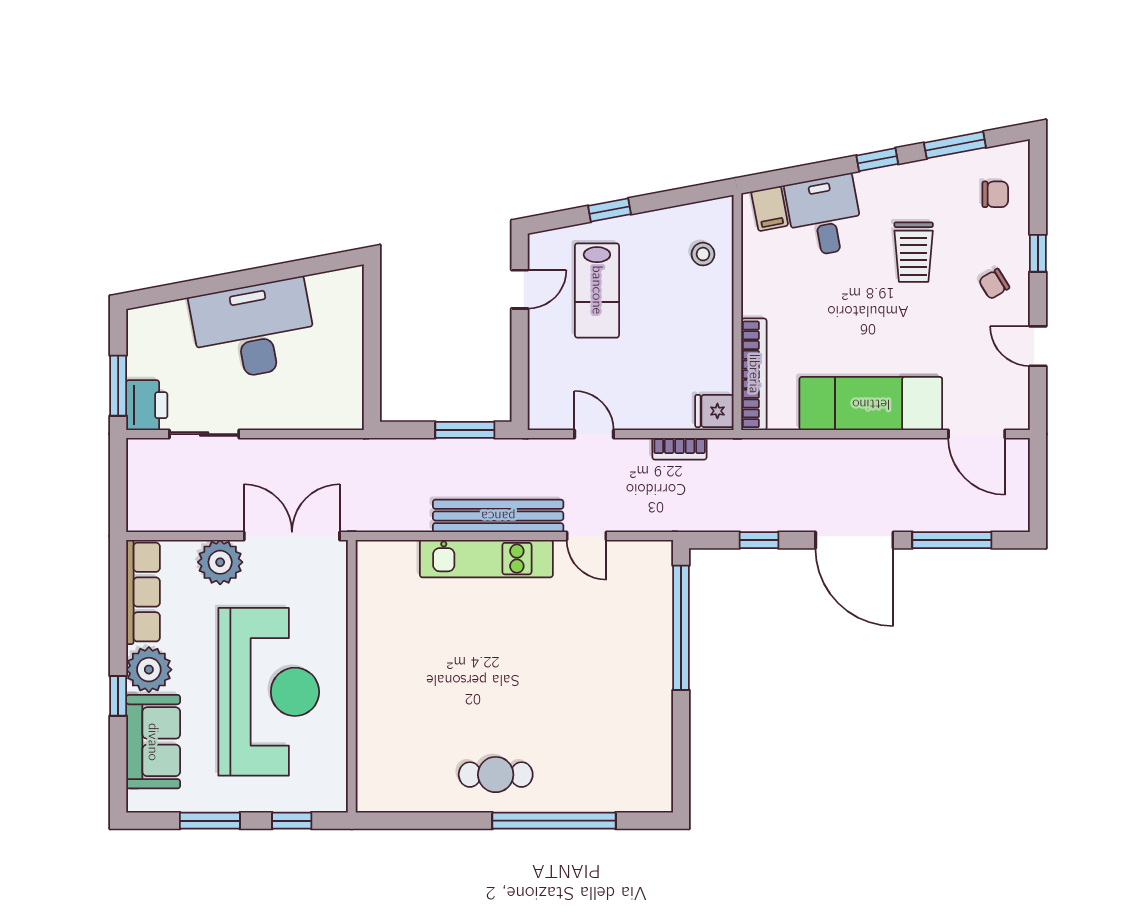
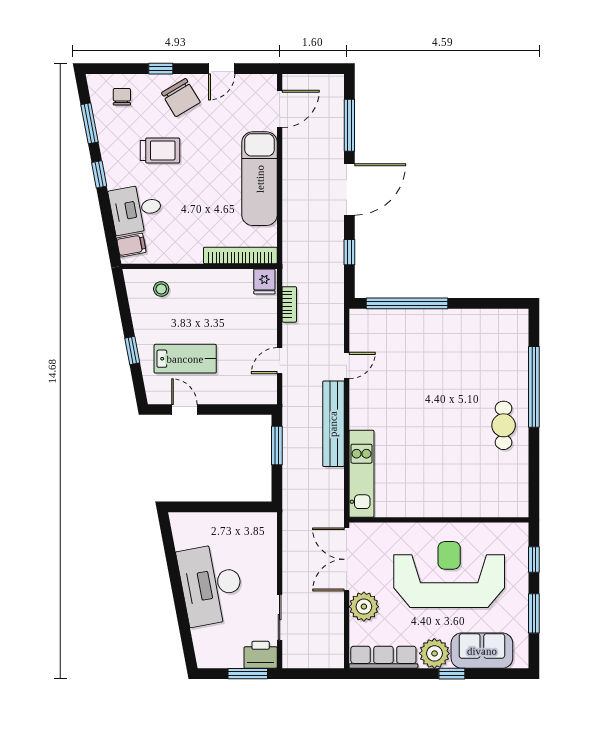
chair: (994, 284) -> (181, 98), width x1.87, depth x1.87
kitchen unit: (486, 559) -> (361, 474), moved

